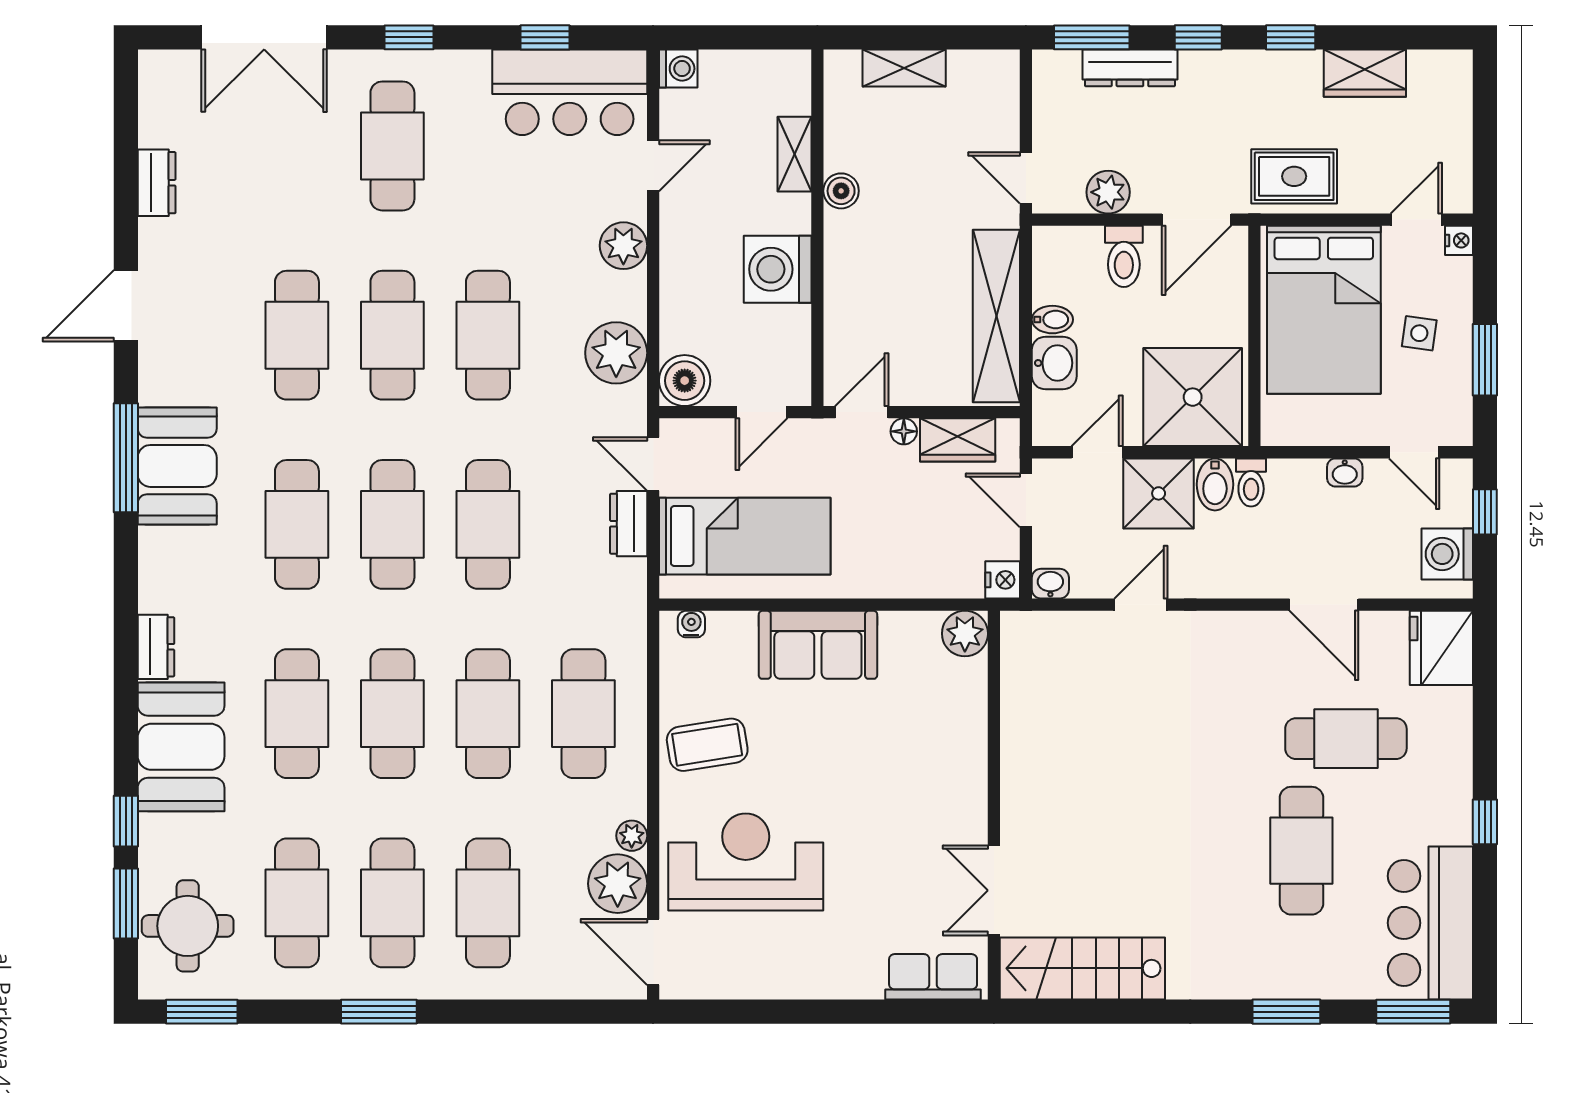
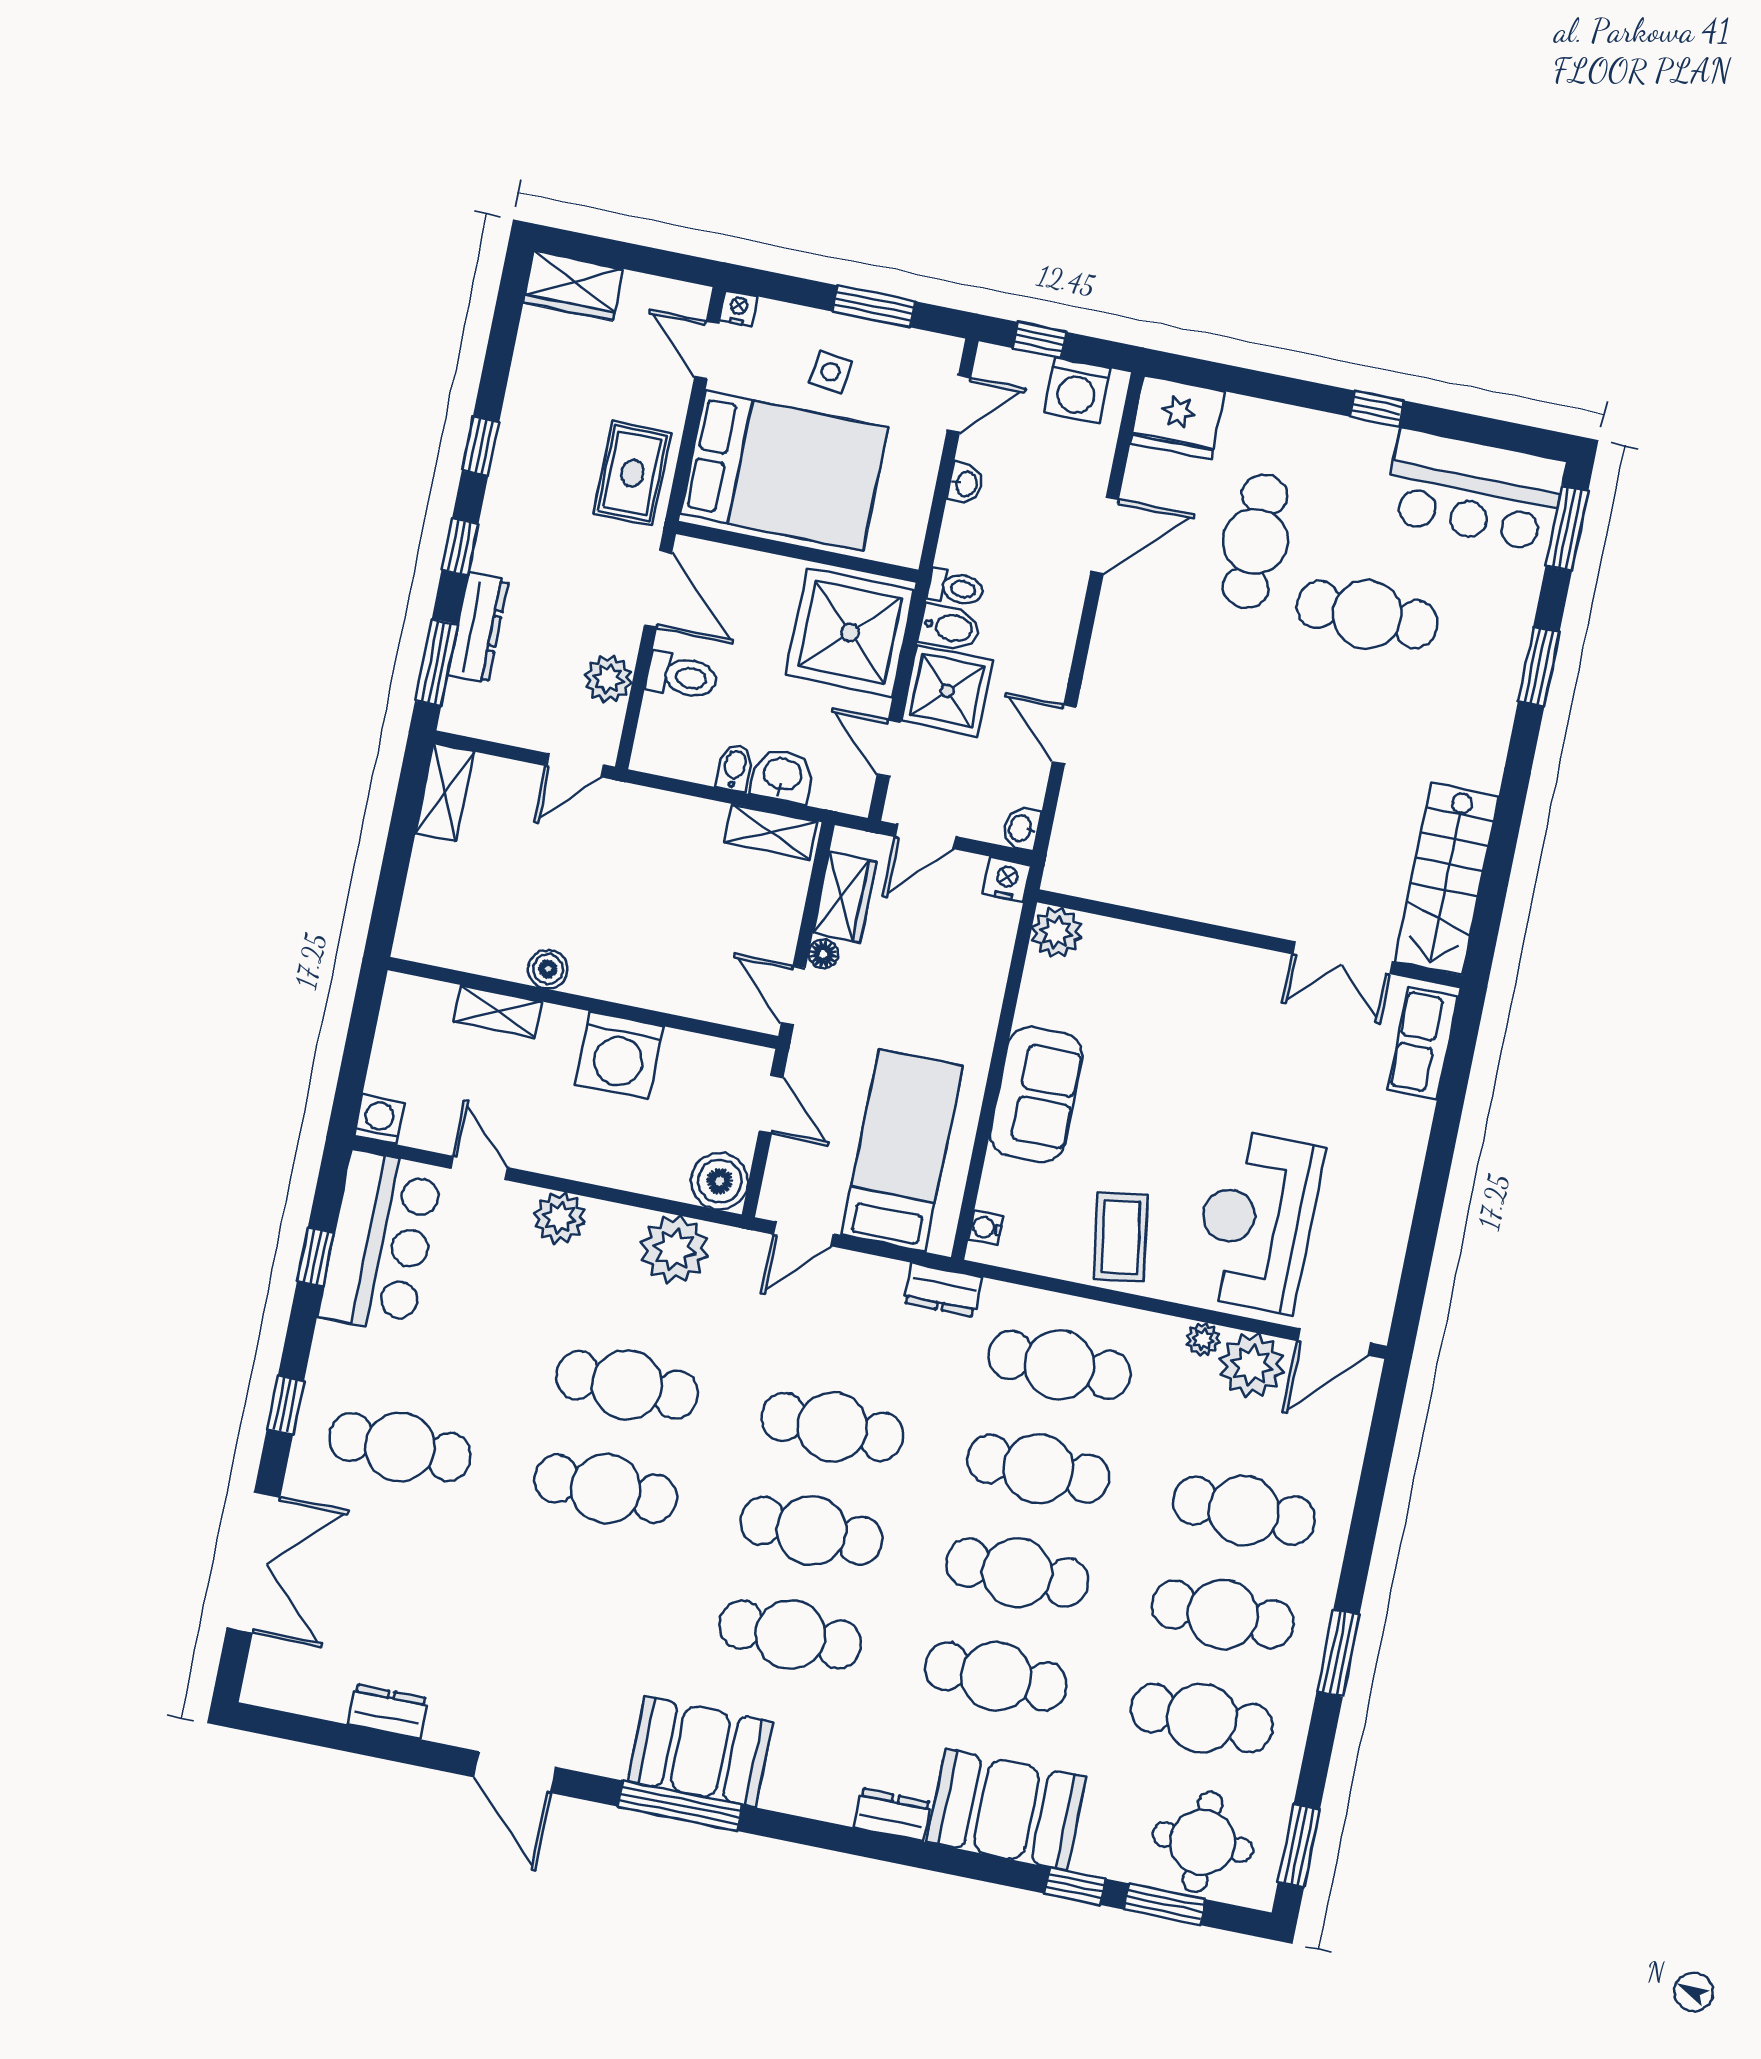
shelving: (904, 68) -> (445, 793), moved
wardrobe: (1365, 73) -> (573, 286), moved, turned 90
shelving: (996, 316) -> (771, 832), width x0.45, depth x0.75
cafe table: (297, 335) -> (585, 1593), removed
dresser: (629, 524) -> (943, 1290), moved

